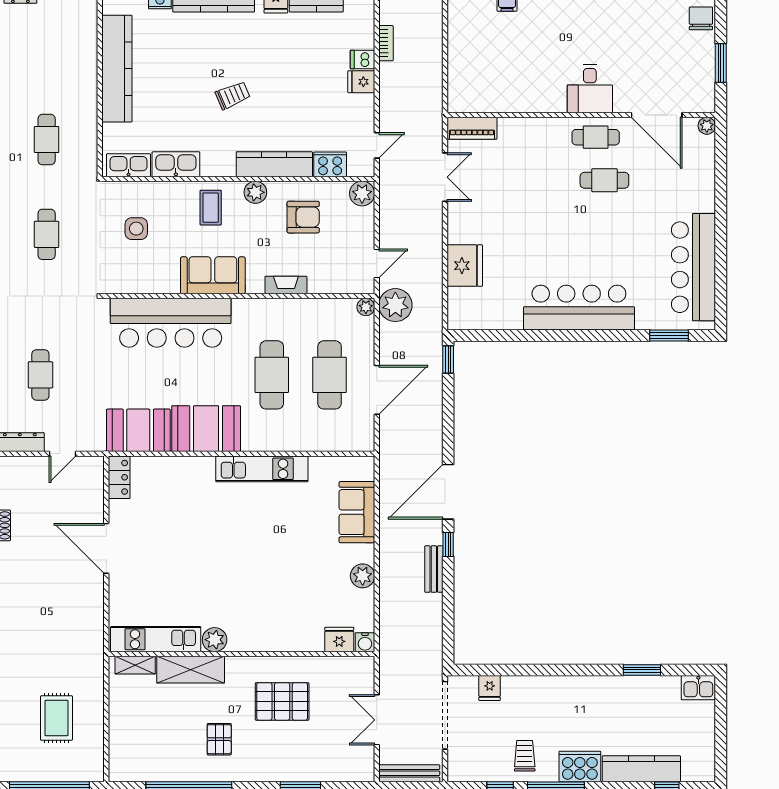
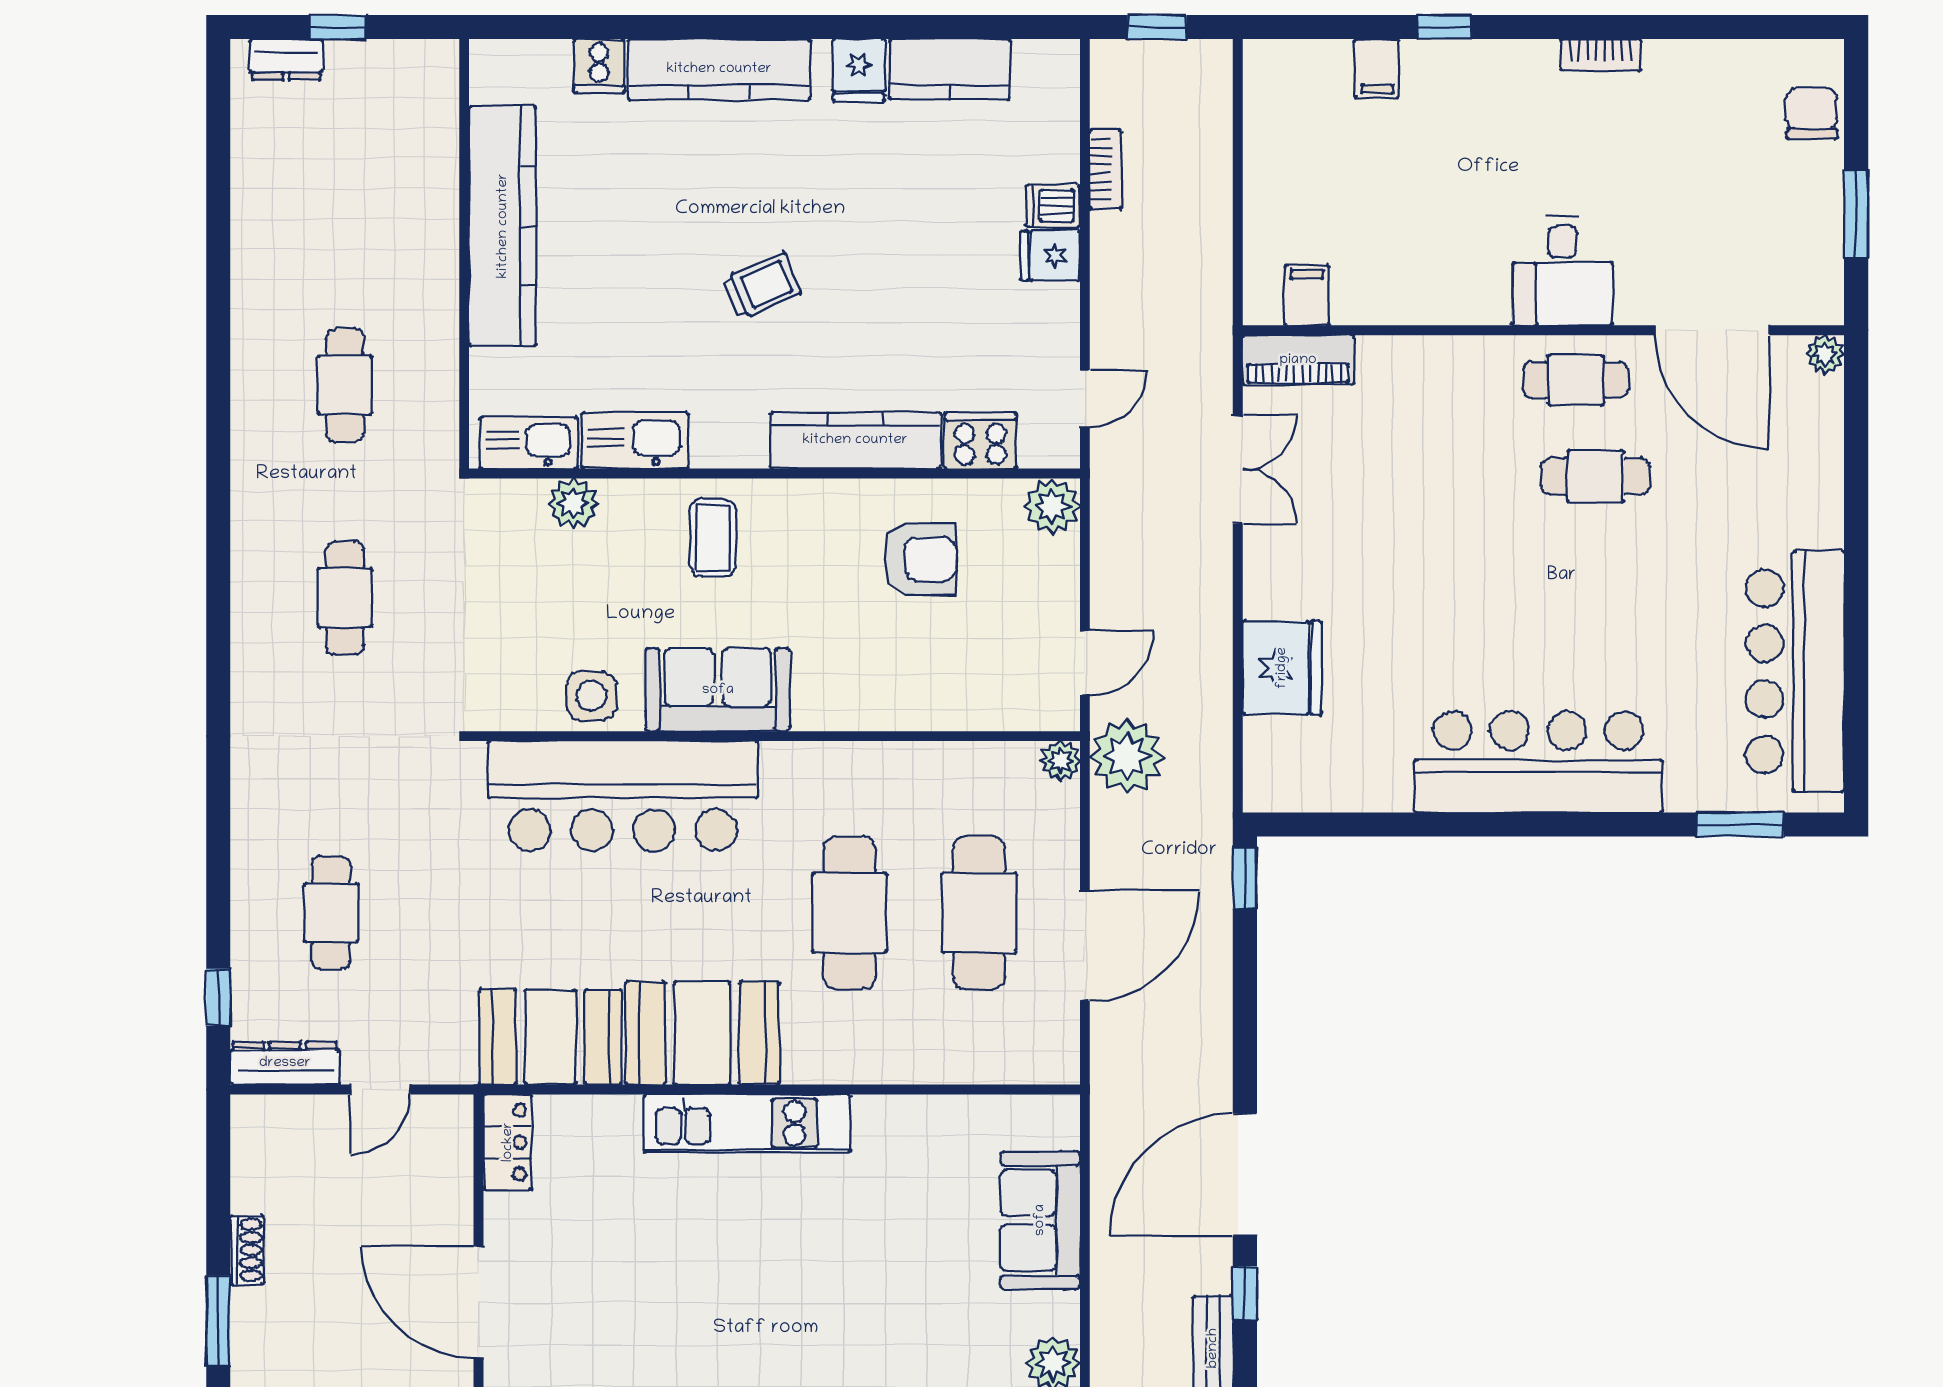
filing cabinet: (476, 99) -> (1307, 295), added
plant: (255, 192) -> (573, 503), moved
side table: (136, 229) -> (591, 696), moved
fireplace: (286, 285) -> (881, 711), removed
kitchen unit: (262, 469) -> (747, 1123), moved

